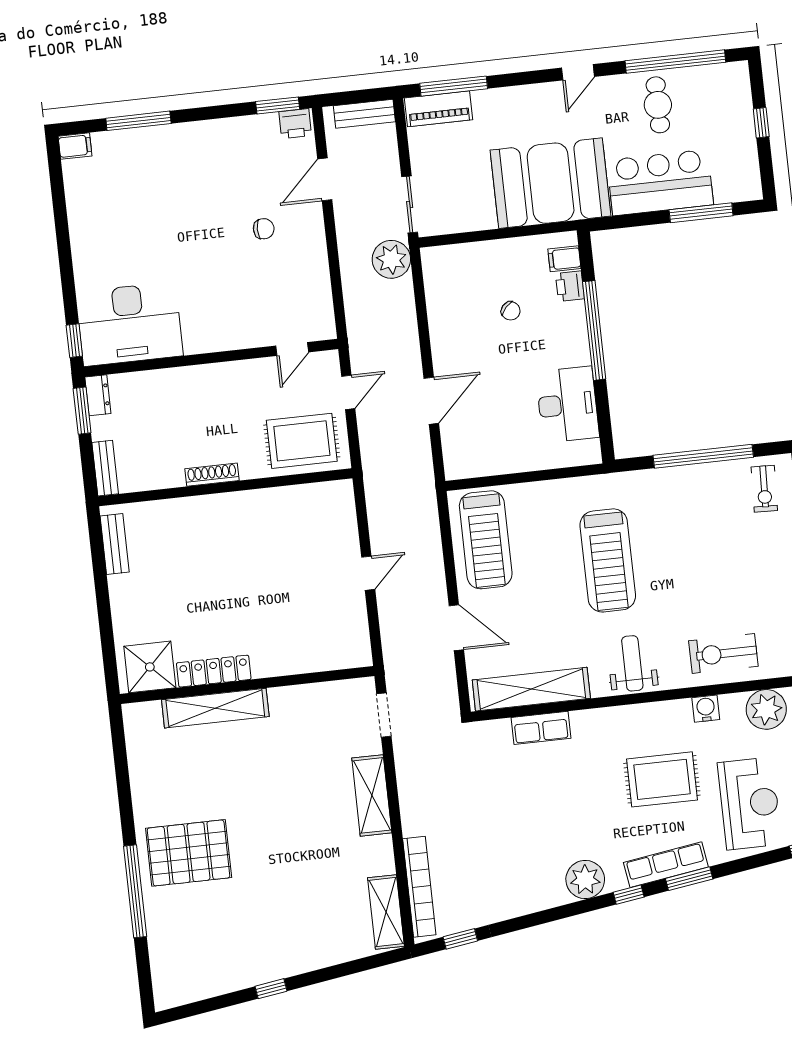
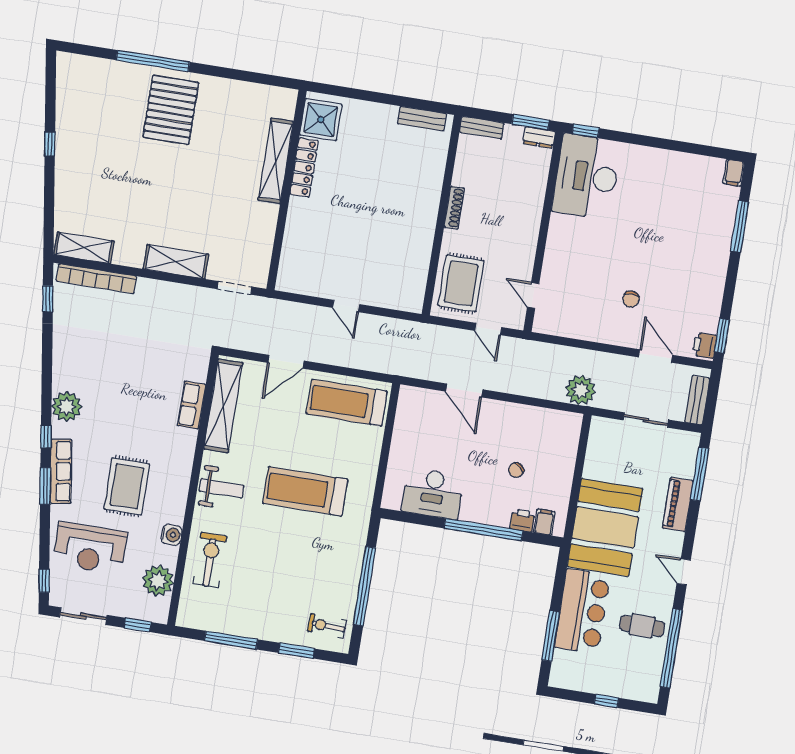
piano: (439, 109) -> (678, 504), moved
sliding door: (410, 204) -> (646, 420), moved

